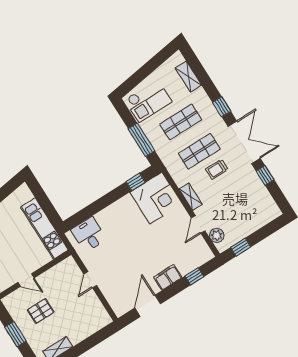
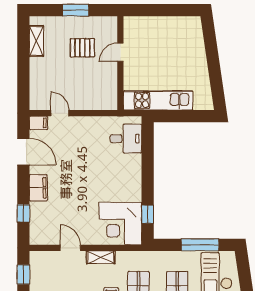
window: (141, 140) -> (200, 245), moved
plant: (217, 235) -> (49, 259), removed
door: (90, 280) -> (60, 113), moved
filing cabinet: (119, 308) -> (39, 123), added
pallet: (41, 311) -> (82, 48), turned 90

